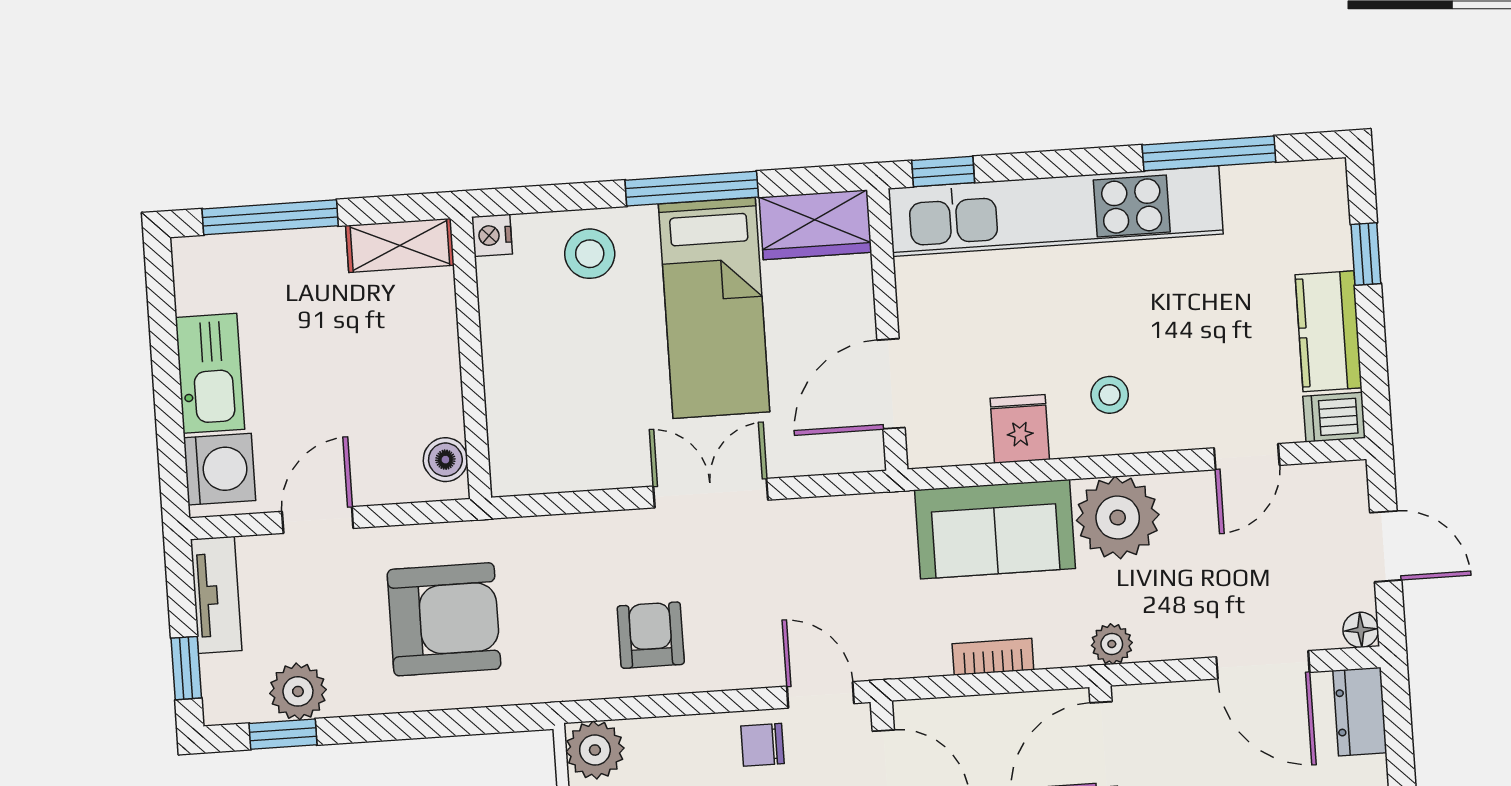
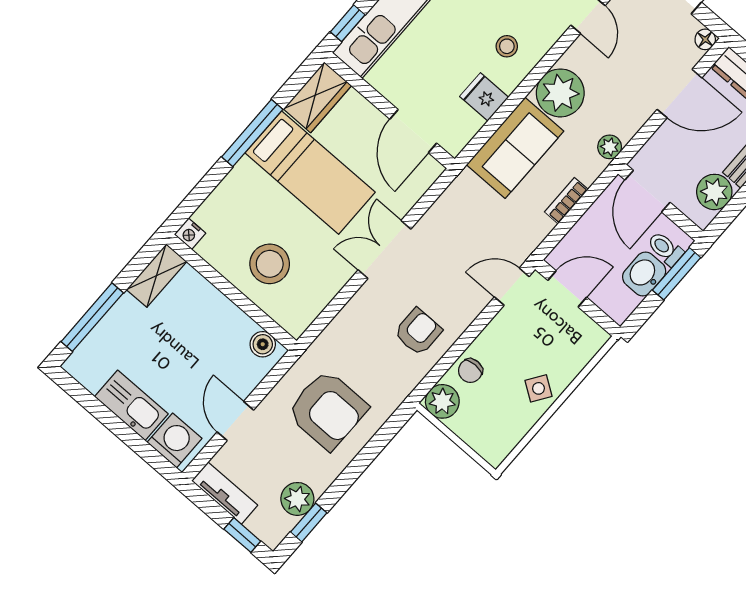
stool: (590, 254) -> (270, 264), moved, width x1.38, depth x1.38
armchair: (444, 619) -> (327, 410), turned 90
armchair: (651, 635) -> (418, 332), turned 90
chair: (763, 745) -> (470, 371), moved

